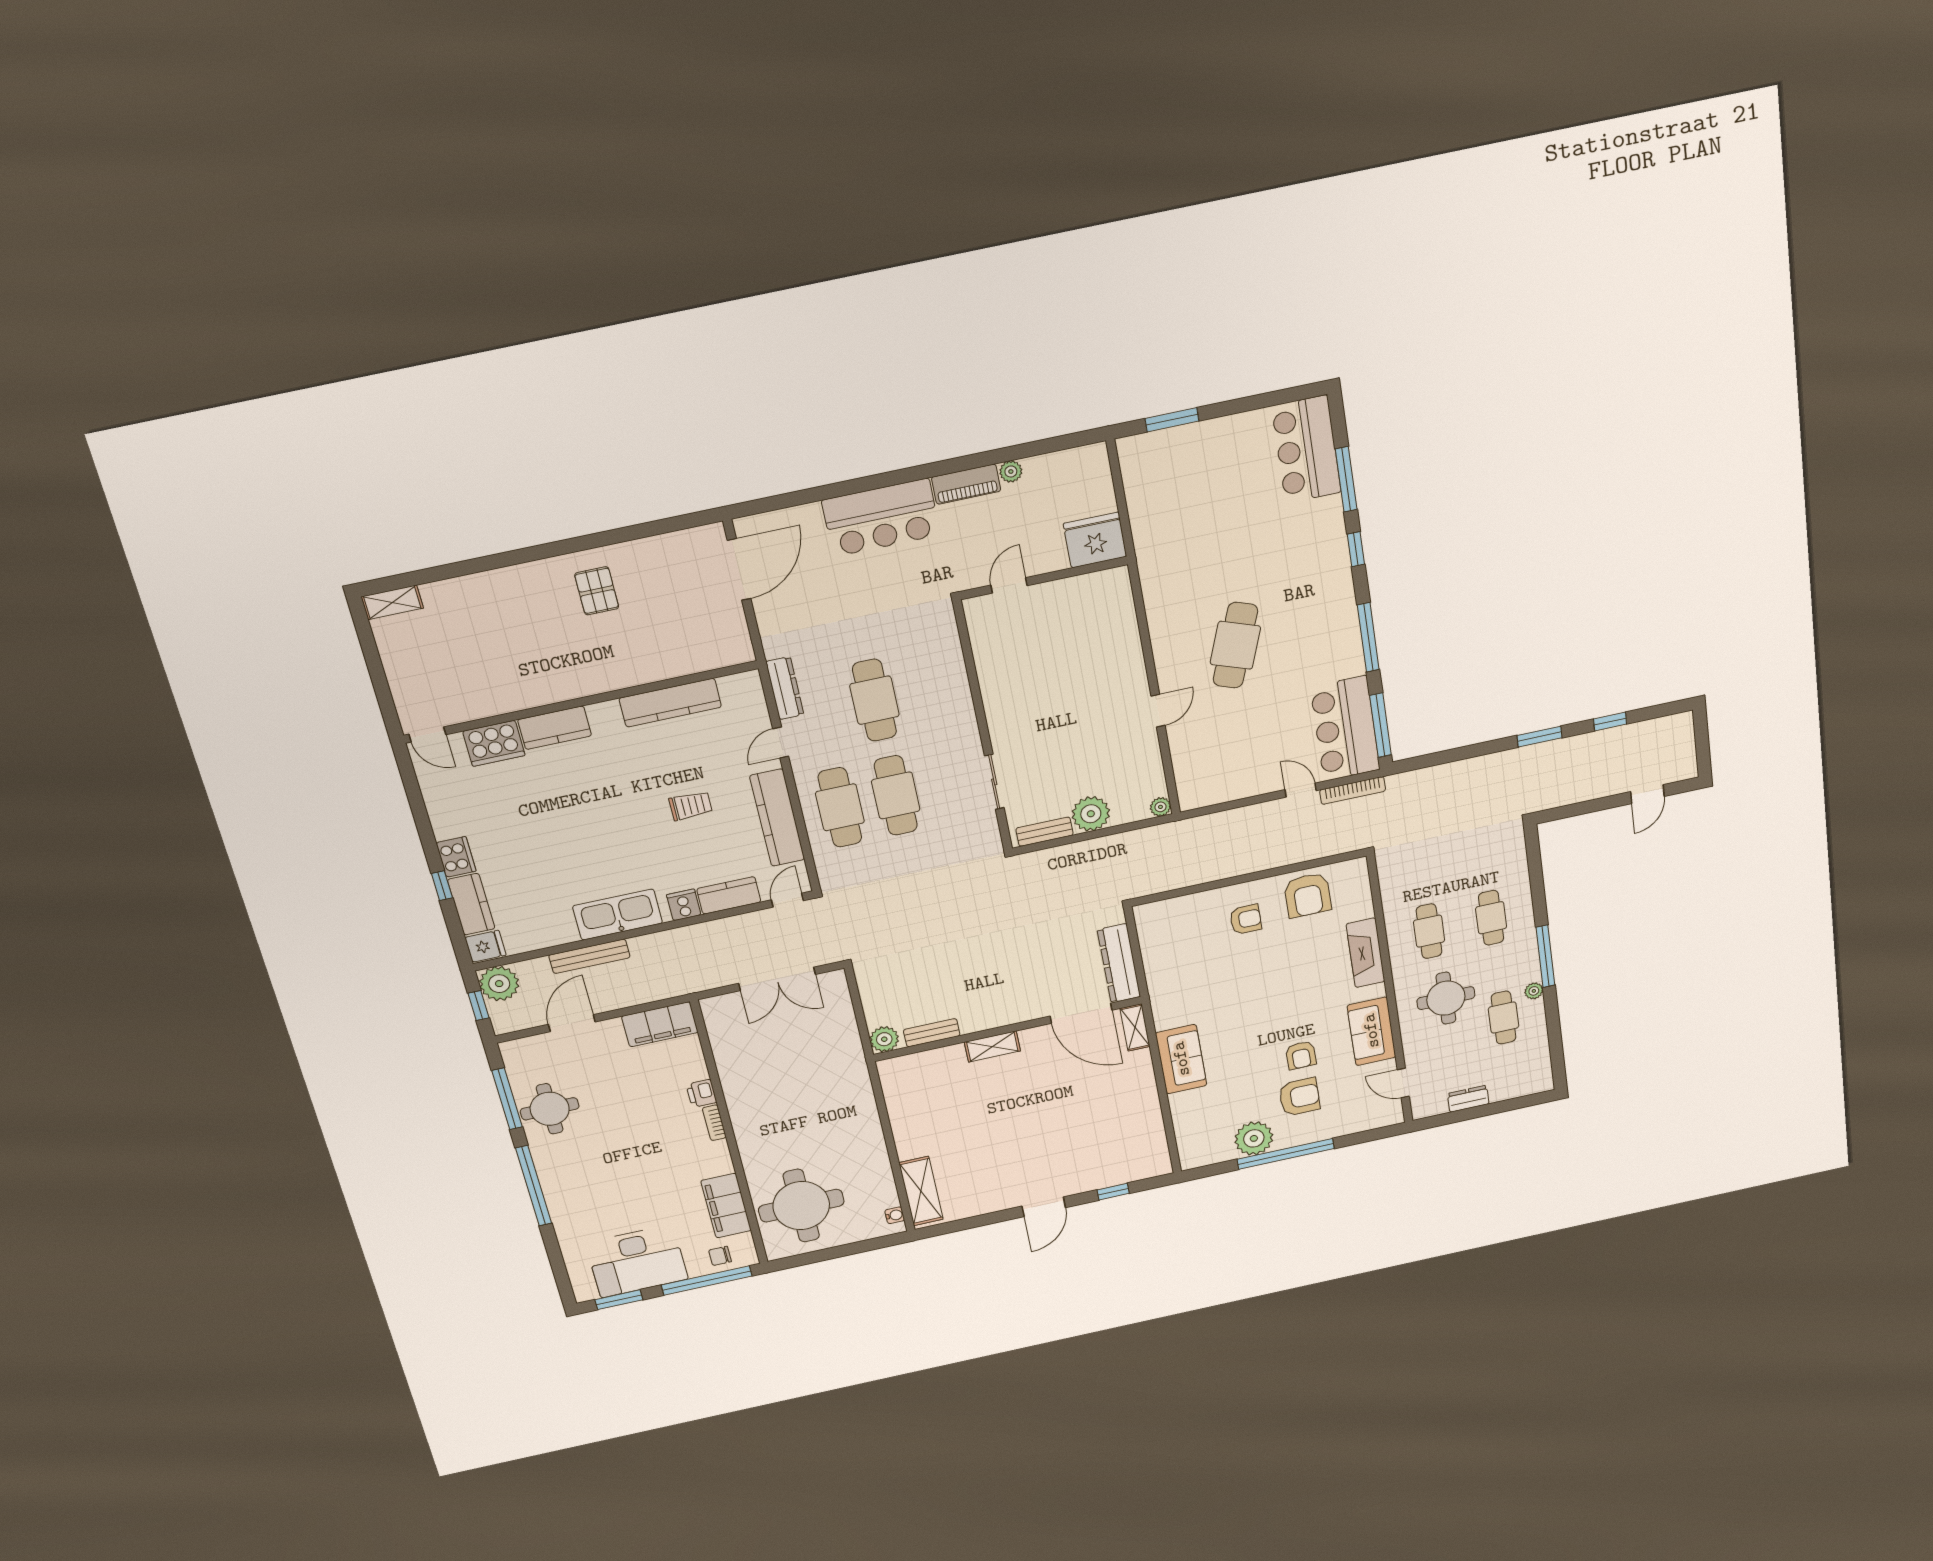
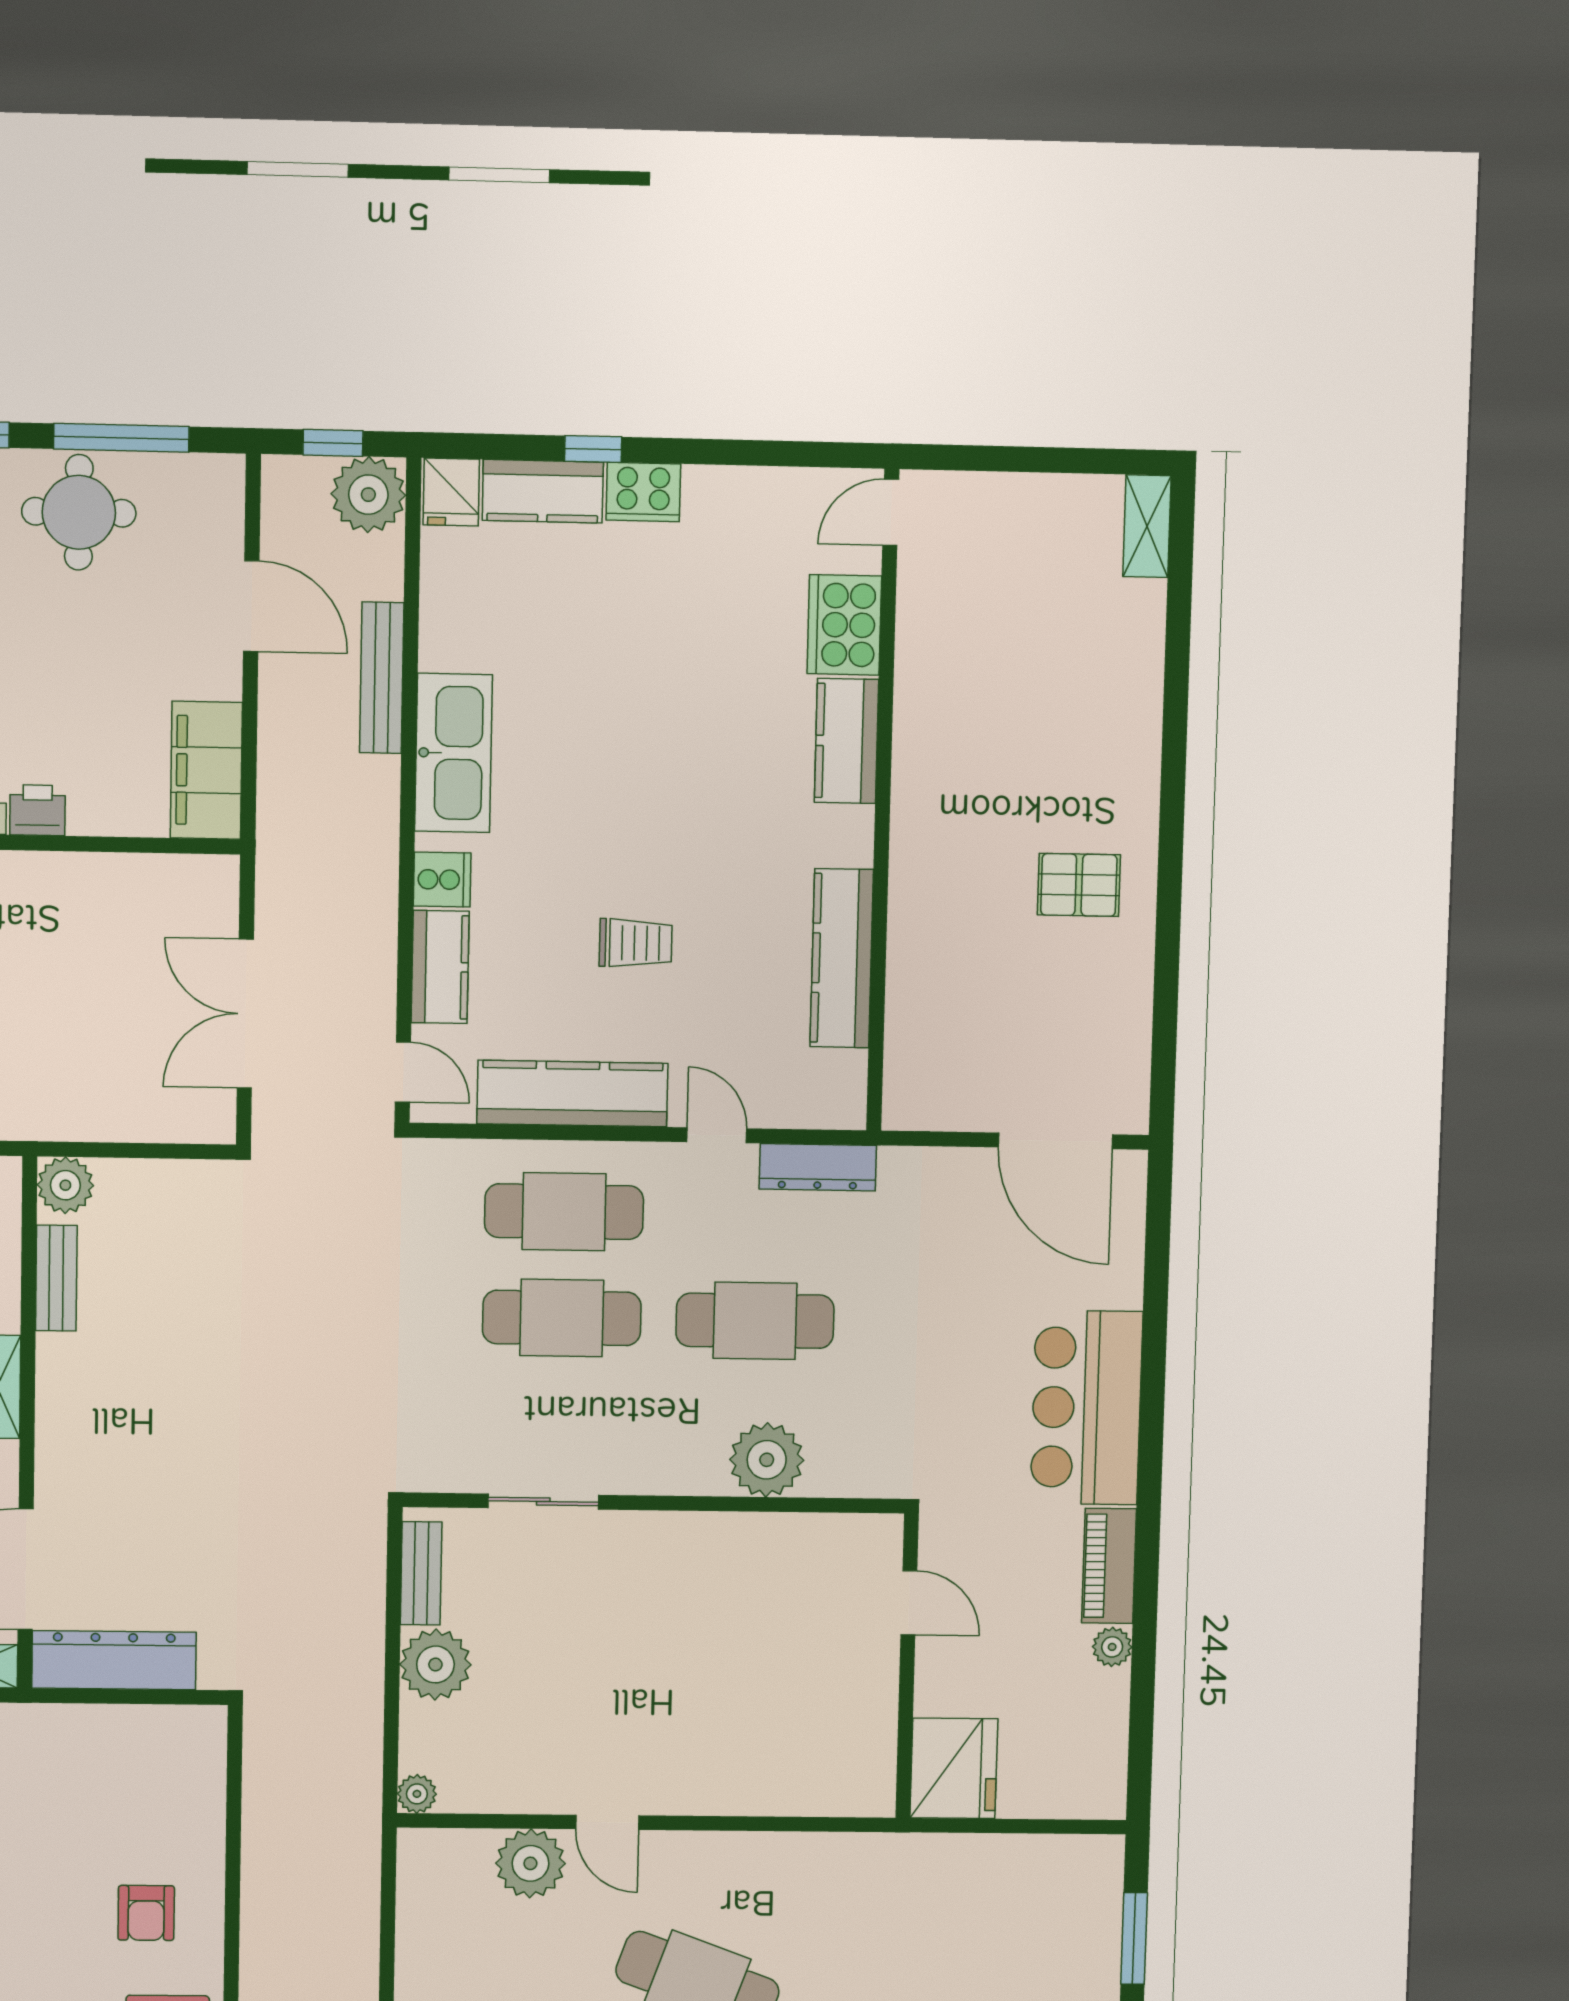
plant: (947, 677) -> (767, 1460), added
plant: (1187, 743) -> (530, 1863), added
trolley: (691, 806) -> (636, 943), turned -90

